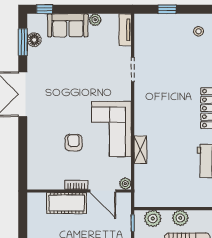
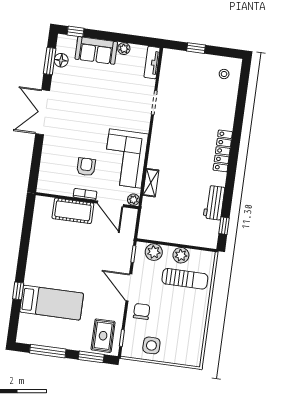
plant: (125, 184) -> (133, 200), moved
bookcase: (76, 185) -> (85, 194), moved
wall: (79, 191) -> (87, 201), moved
door: (103, 191) -> (110, 204), moved
cot: (66, 203) -> (73, 211), moved

